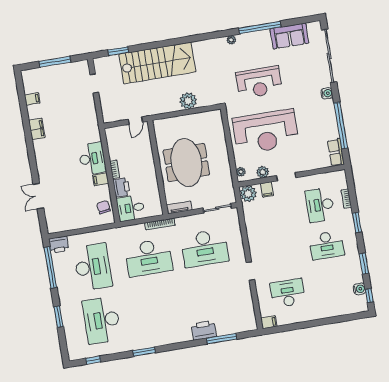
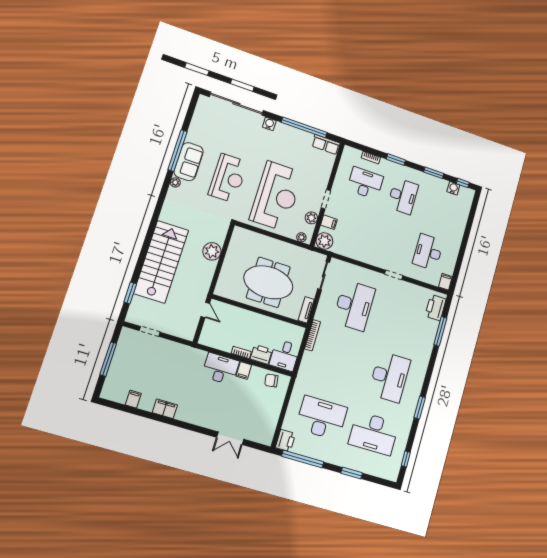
sofa: (289, 36) -> (189, 162), moved
desk: (320, 205) -> (365, 183), turned 180
desk: (149, 258) -> (389, 377), moved
printer: (204, 330) -> (436, 308), moved

